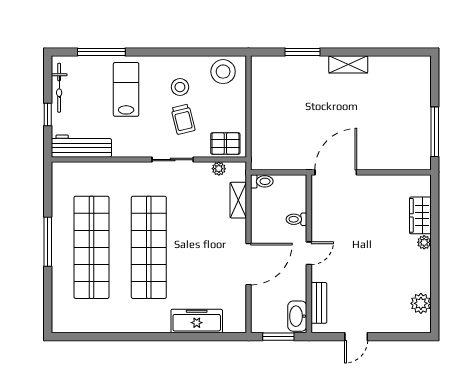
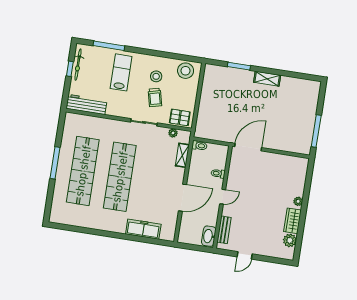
window: (48, 115) -> (70, 69), moved
wardrobe: (420, 215) -> (293, 221), moved
window: (278, 337) -> (194, 247), removed

